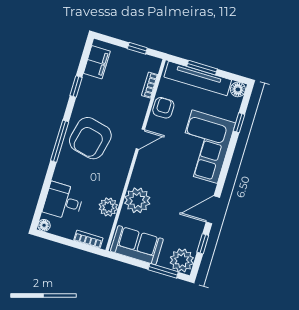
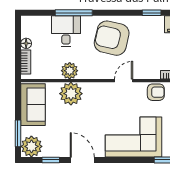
door: (140, 139) -> (124, 81), swing flipped
window: (60, 141) -> (74, 13), moved
desk: (63, 201) -> (66, 31), moved
plant: (108, 207) -> (70, 71), moved
floor lamp: (44, 225) -> (26, 43), moved

